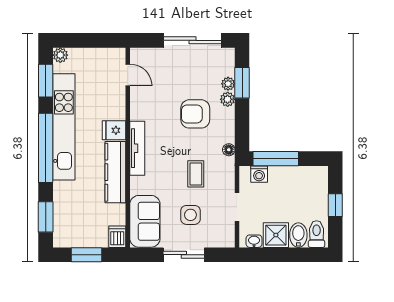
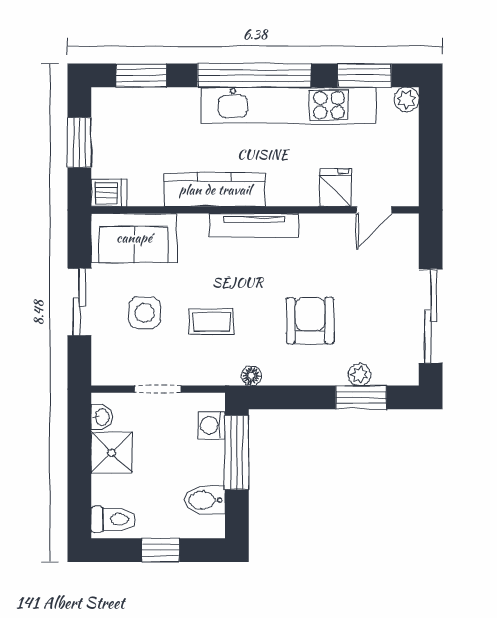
plant: (228, 99) -> (334, 374), removed
fridge: (114, 130) -> (335, 187), moved
bidet: (298, 235) -> (205, 500), moved, turned 180

